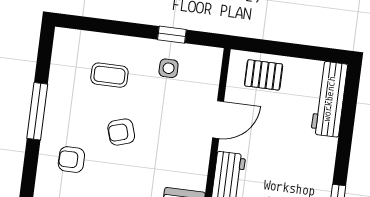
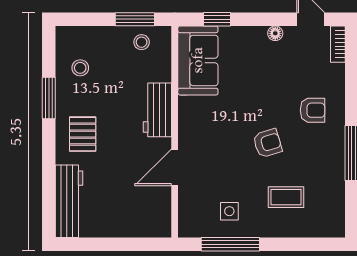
window: (172, 35) -> (230, 244), width x2.17
pallet: (264, 75) -> (83, 134), moved, turned 90

